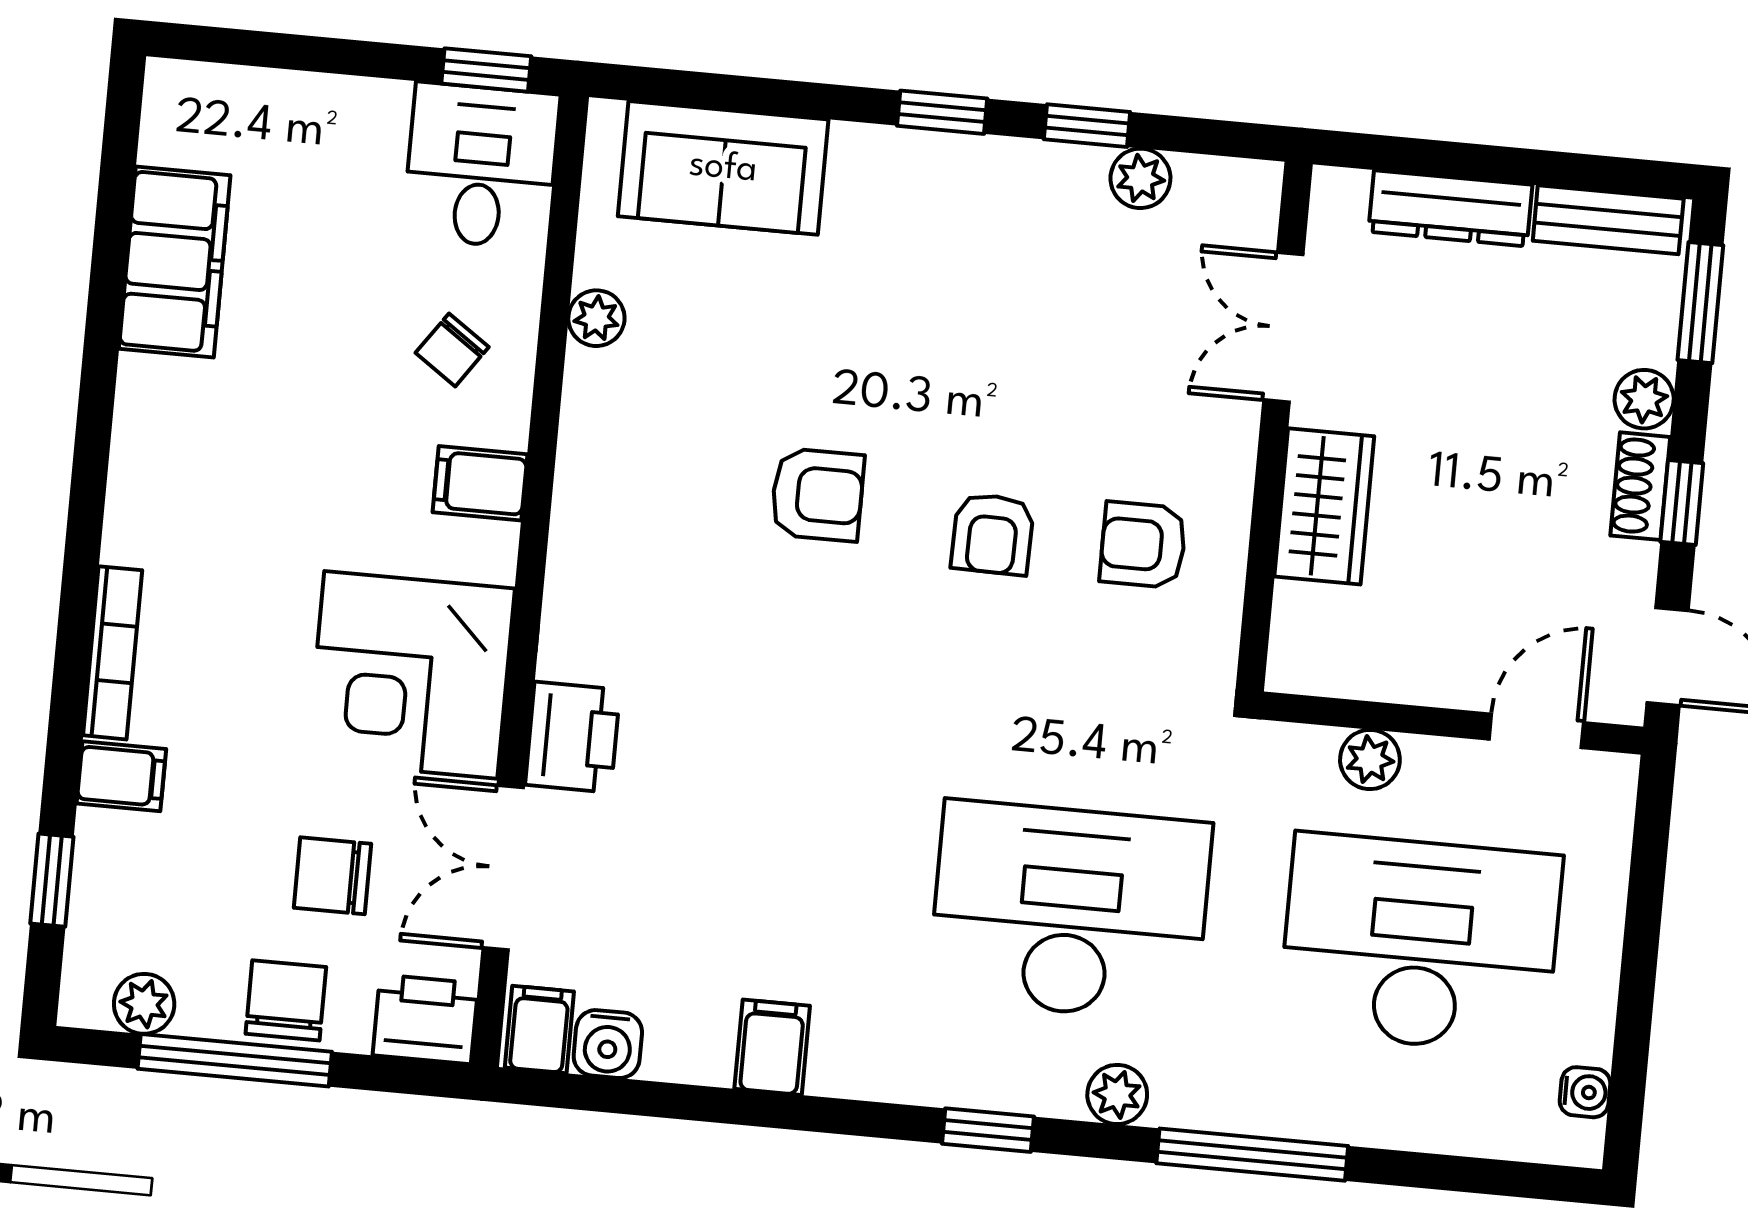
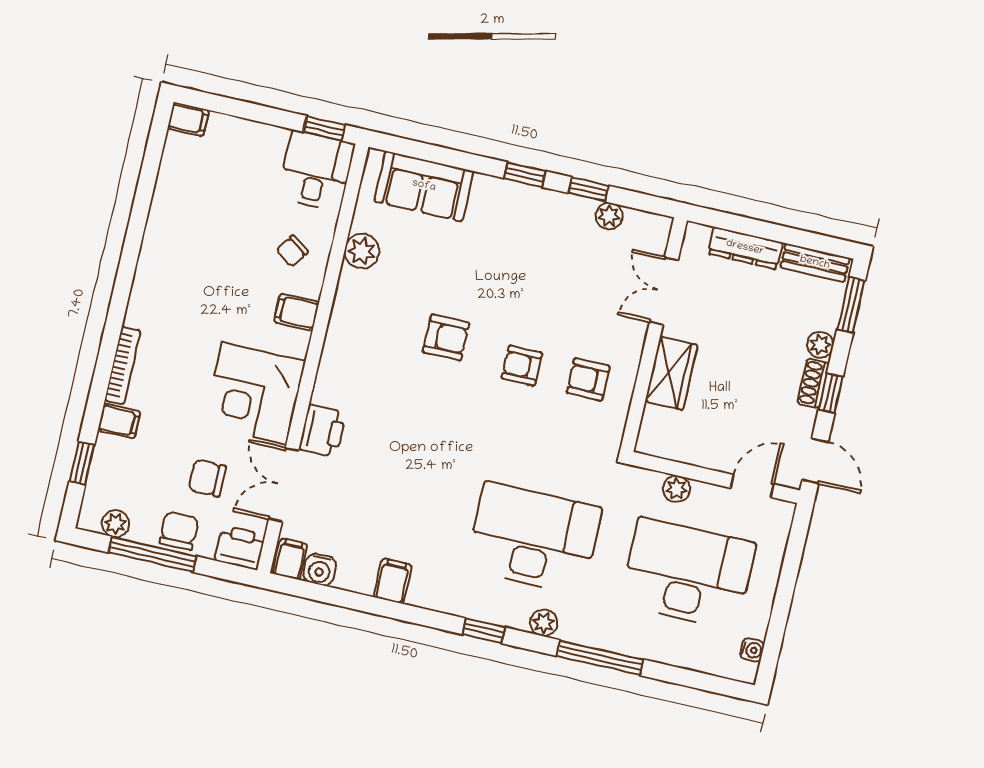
filing cabinet: (175, 262) -> (188, 119), moved, width x0.33, depth x0.86
plant: (596, 318) -> (362, 251), width x1.38, depth x1.38
armchair: (992, 534) -> (522, 366), turned 89

